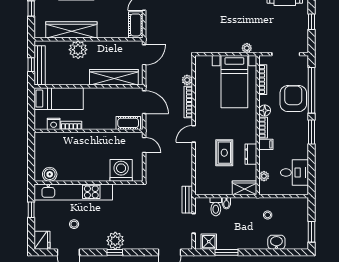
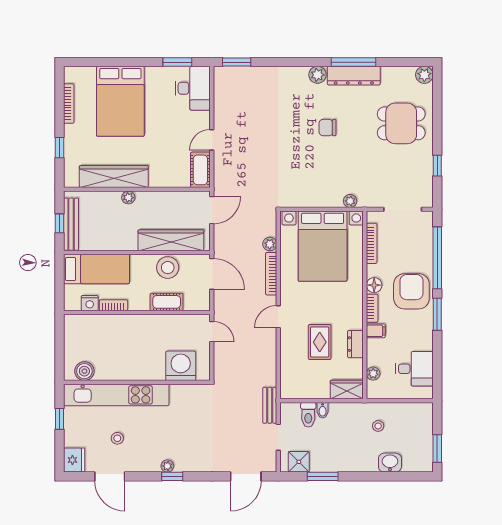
plant: (78, 50) -> (128, 198), width x0.53, depth x0.53
bed with nightstands: (234, 82) -> (323, 246), width x1.36
stool: (111, 97) -> (168, 268), added
armchair: (293, 99) -> (411, 291), moved
cot: (128, 123) -> (167, 302), moved
plant: (115, 241) -> (167, 466), width x0.53, depth x0.53

